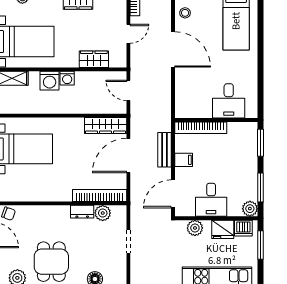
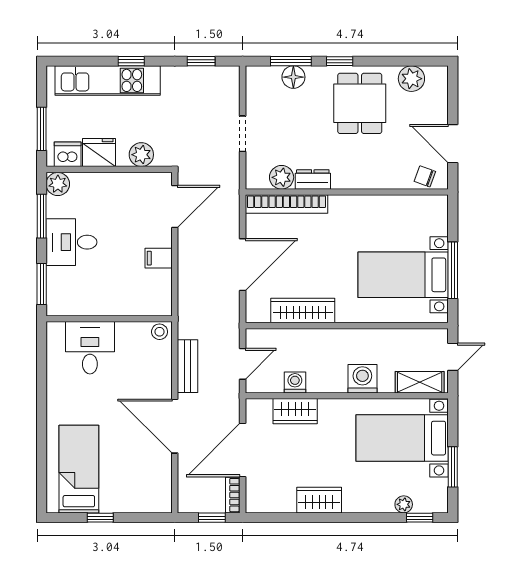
stool: (185, 13) -> (160, 332), moved
door: (128, 34) -> (243, 450), width x1.87
washing machine: (67, 78) -> (295, 382), moved
door: (128, 90) -> (243, 364), hinge flipped
wardrobe: (106, 125) -> (303, 310), moved
bookcase: (201, 128) -> (133, 307), removed
bench: (165, 150) -> (188, 366), moved
desk: (211, 200) -> (71, 242), moved, turned -90

